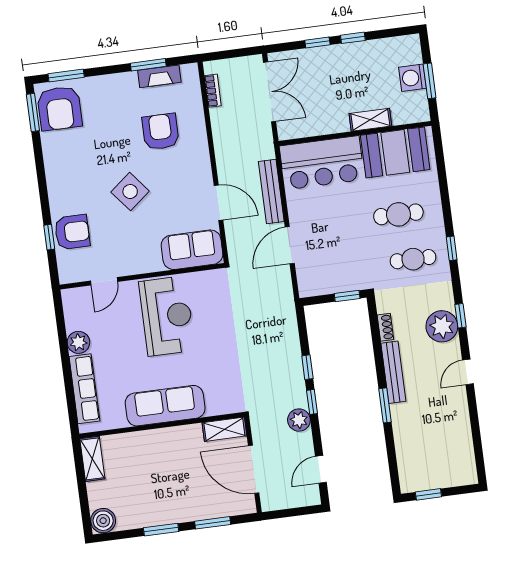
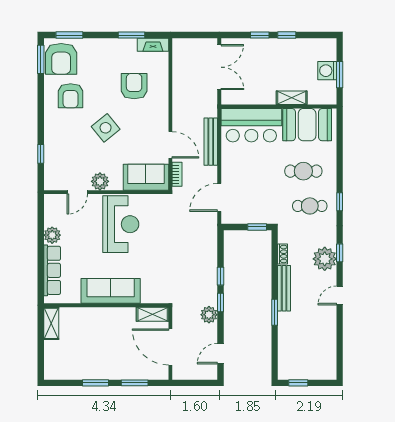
fireplace: (159, 76) -> (153, 45), moved
bookcase: (213, 91) -> (177, 174), moved
armchair: (72, 232) -> (71, 96), moved, turned 90
door: (290, 245) -> (219, 197), moved
plant: (132, 263) -> (100, 181), added
boiler: (103, 521) -> (53, 370), removed

